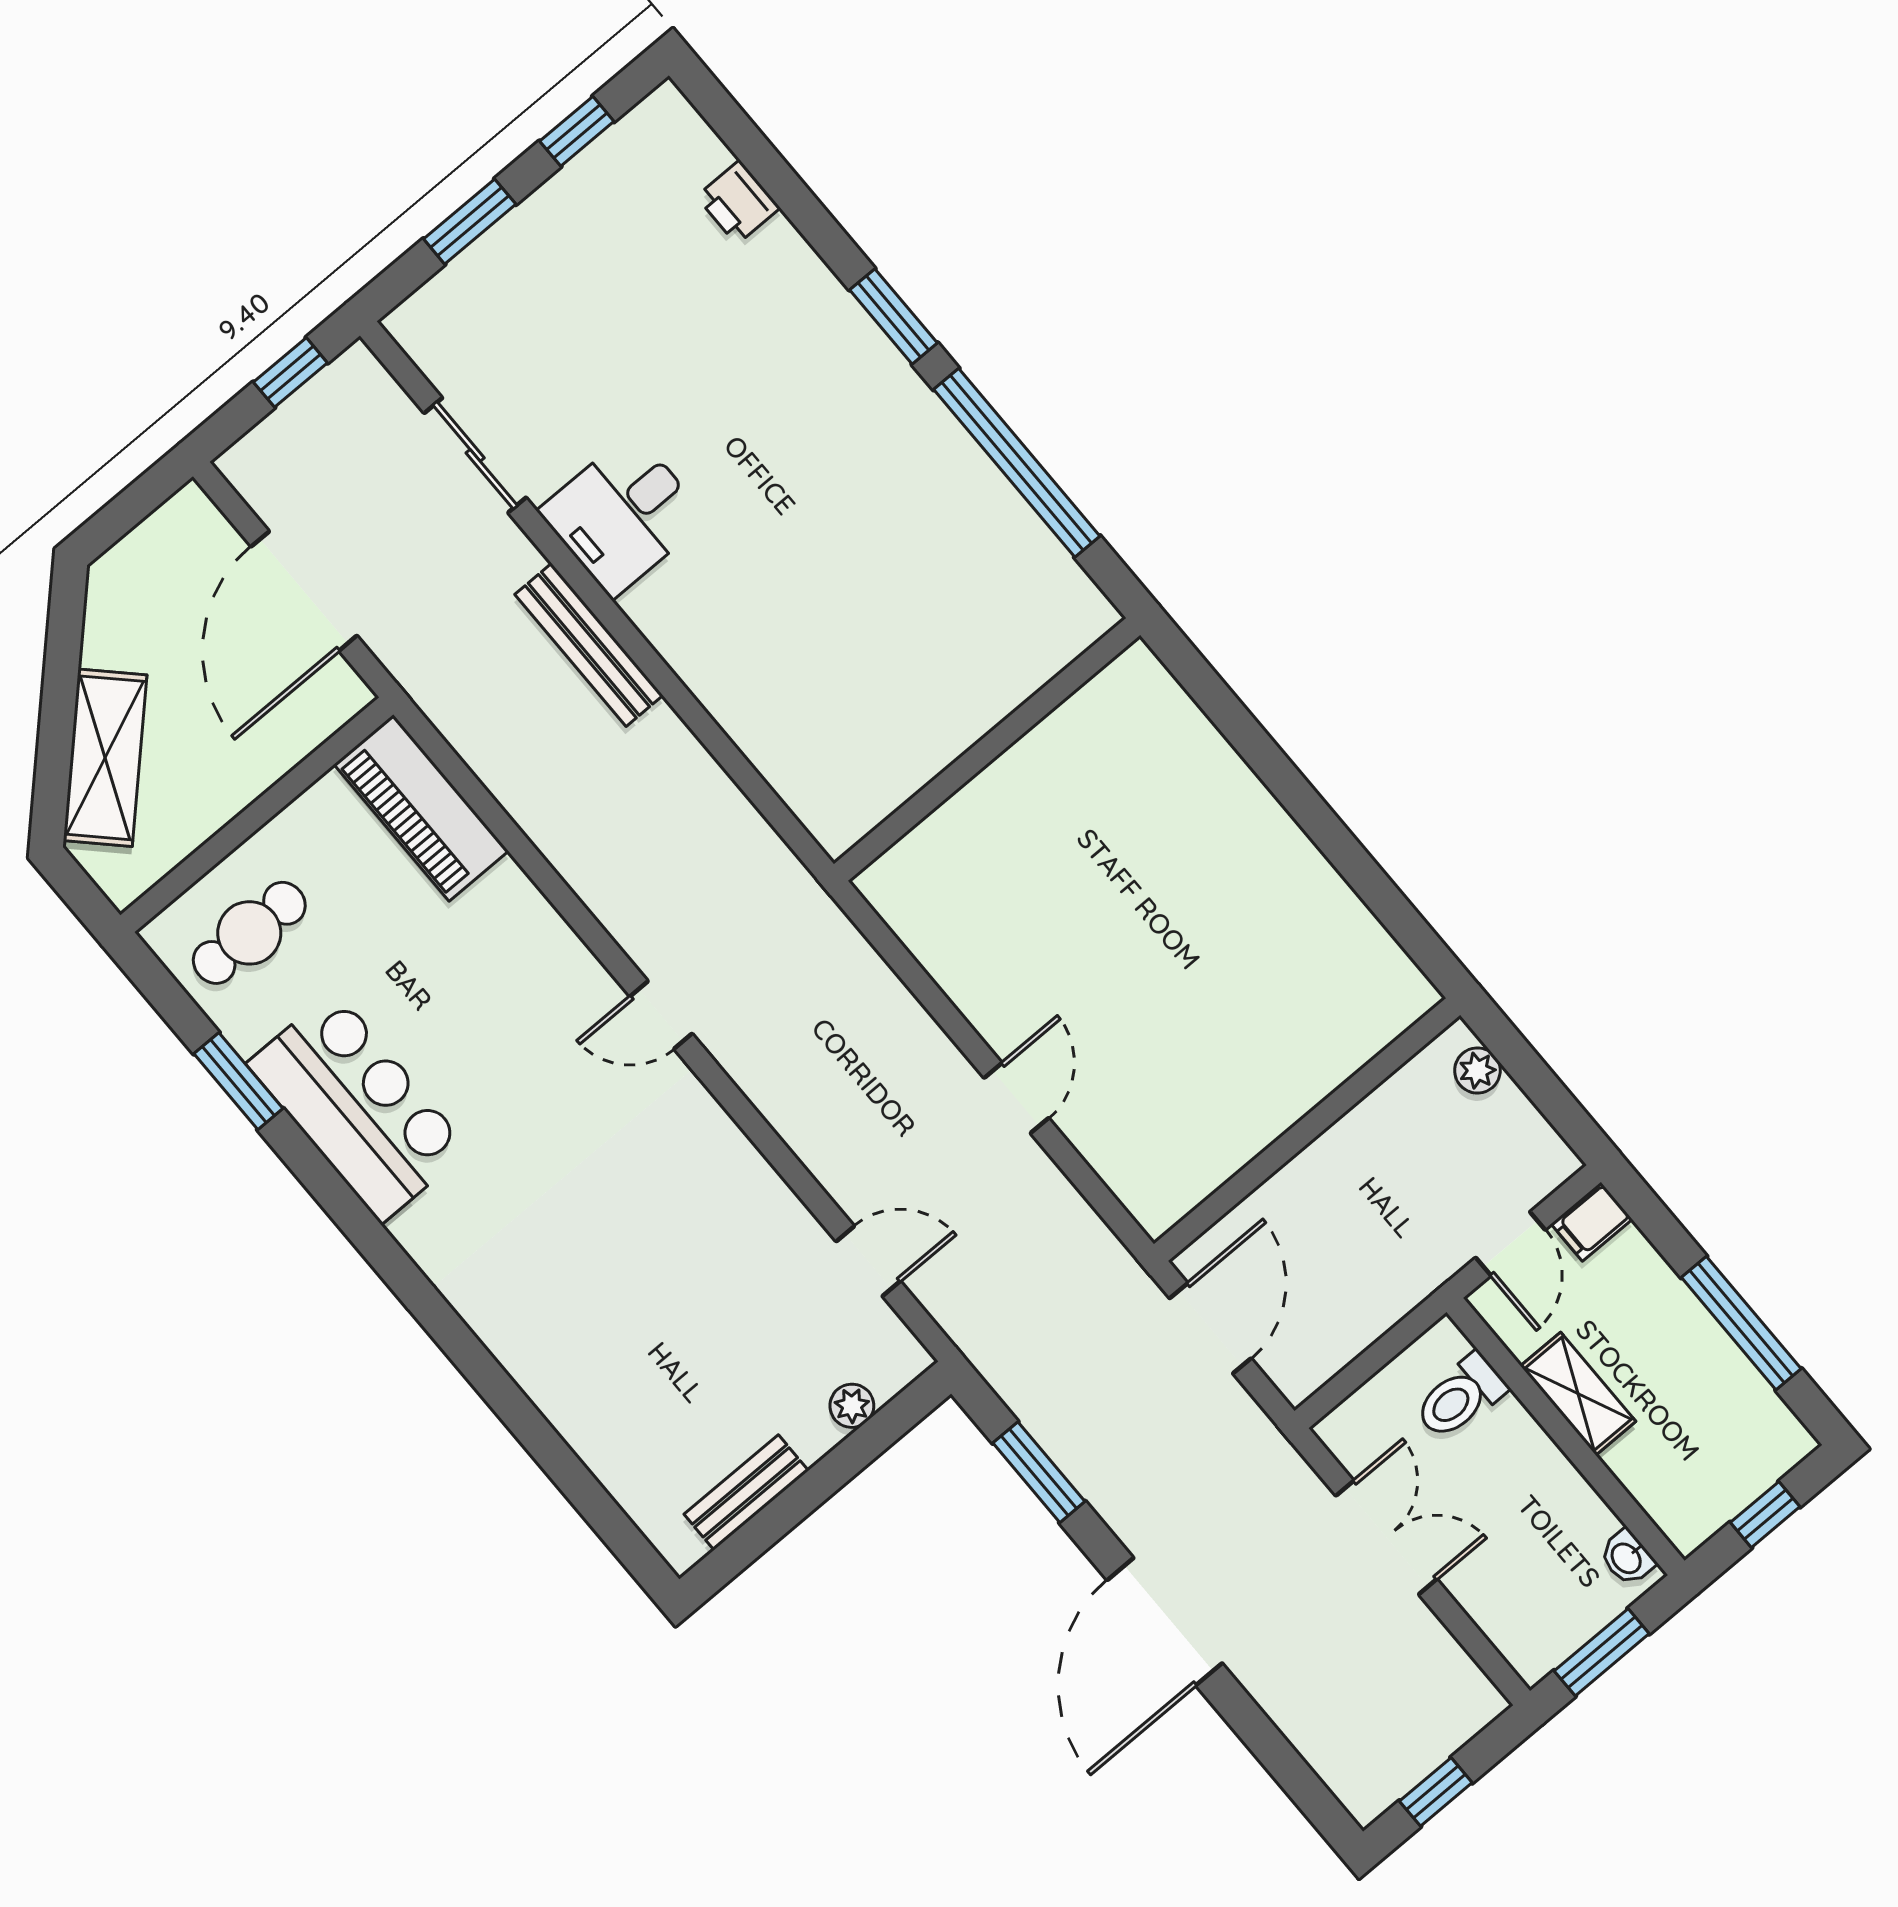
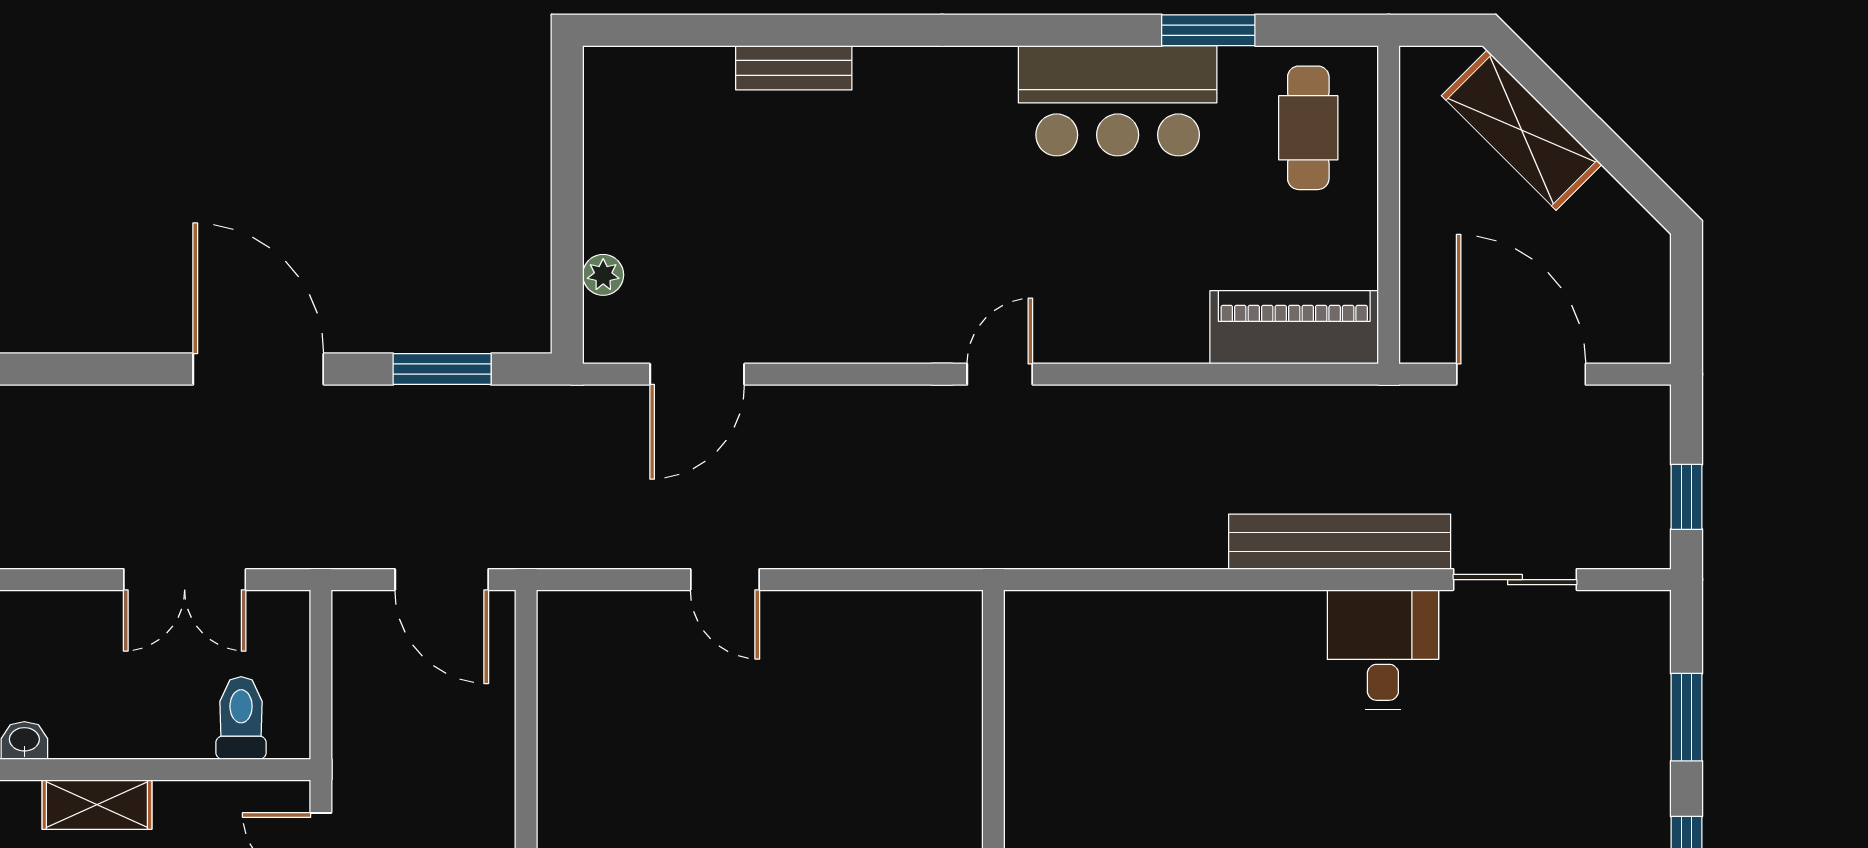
bench: (589, 645) -> (1340, 542), width x1.37, depth x1.21
door: (868, 1261) -> (697, 374), width x1.38
shelving: (1578, 1394) -> (97, 805), moved
bench: (746, 1492) -> (794, 68), moved, turned 90

